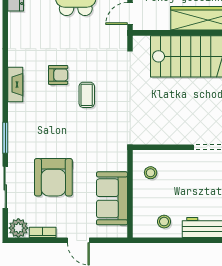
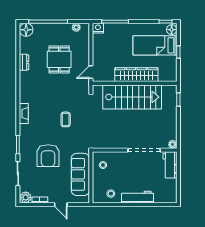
armchair: (58, 75) -> (49, 108), removed
armchair: (53, 177) -> (48, 156), moved
sofa: (112, 198) -> (80, 174), width x1.36

